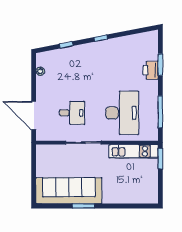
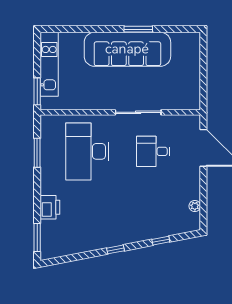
window: (160, 65) -> (37, 237), moved
window: (160, 112) -> (37, 153), width x0.69
kitchen unit: (134, 151) -> (49, 64), moved, turned 90
sofa: (69, 191) -> (127, 49), moved

